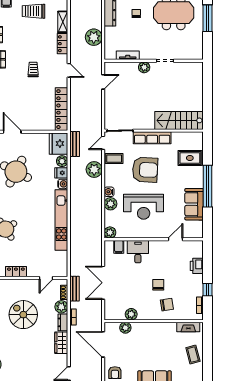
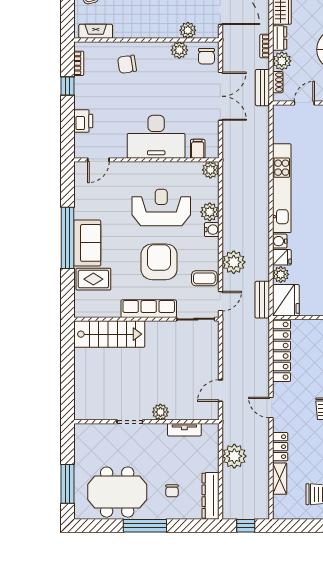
armchair: (145, 170) -> (159, 262), turned 87
sofa: (194, 204) -> (87, 243), moved
door: (176, 239) -> (98, 160), moved
desk: (138, 252) -> (156, 137), width x1.87, depth x1.30
chair: (158, 285) -> (206, 56), moved

